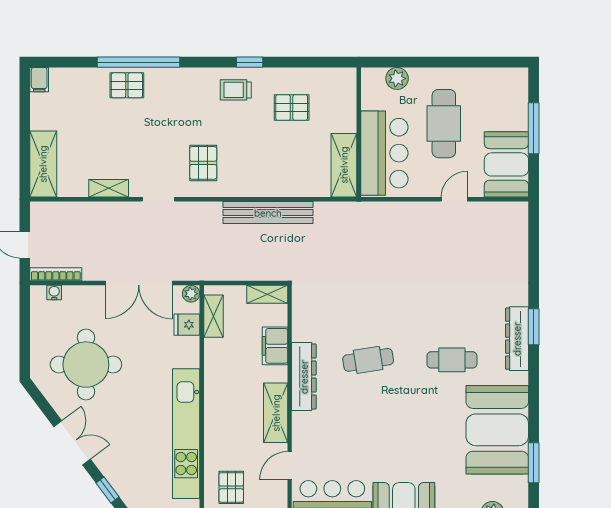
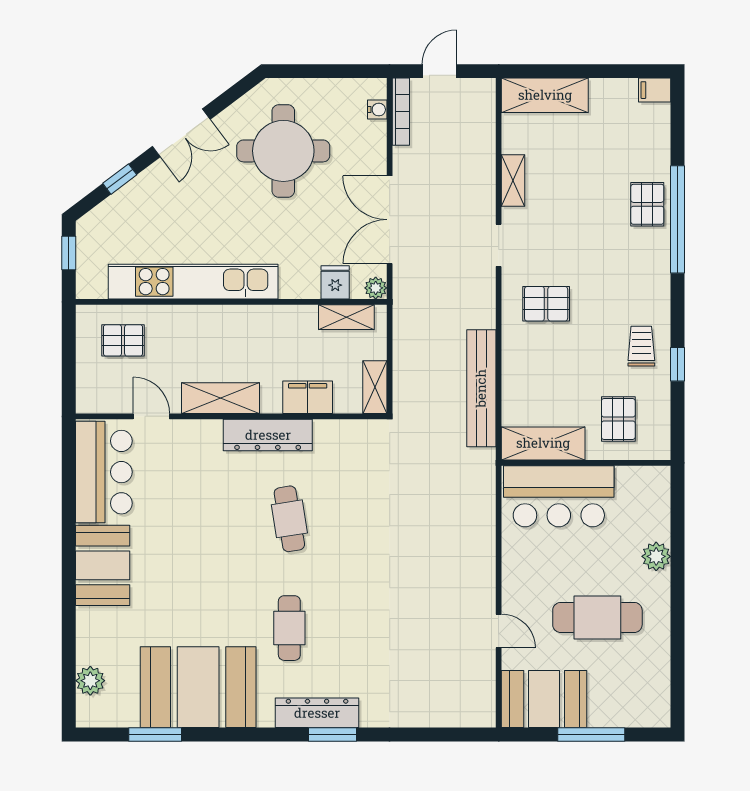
wall: (359, 132) -> (586, 463), moved
bar counter: (384, 153) -> (559, 496), moved
shelving: (344, 165) -> (543, 443), moved

